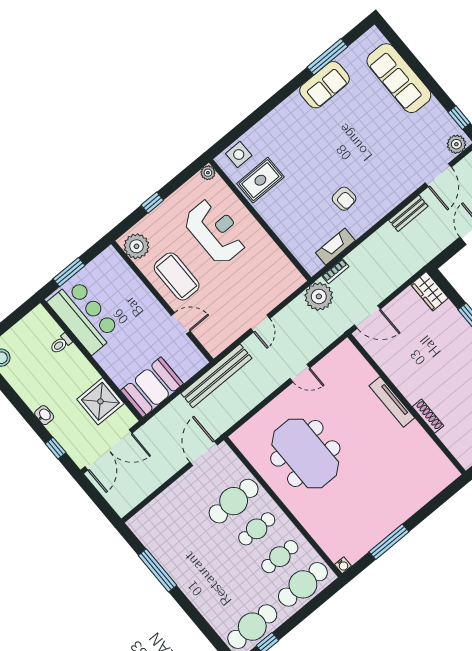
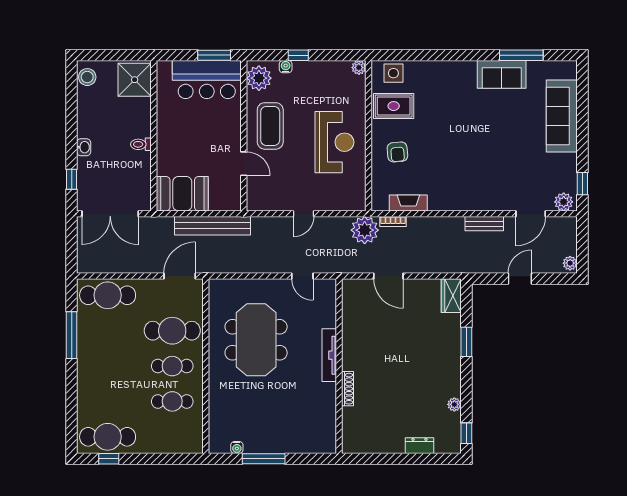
armchair: (344, 199) -> (397, 152), moved
water cooler: (150, 220) -> (286, 67), added
reception desk: (216, 231) -> (334, 142), moved
window: (69, 272) -> (214, 55), moved
bar counter: (84, 316) -> (207, 80), moved, turned 90
toilet: (61, 344) -> (141, 144), moved
bench: (216, 376) -> (213, 226), moved
shower: (100, 401) -> (135, 80), moved
tv unit: (392, 402) -> (329, 355), moved
wall: (407, 404) -> (339, 366), moved
shoe rack: (428, 416) -> (348, 389), moved
water cooler: (343, 565) -> (237, 448), moved
cafe table: (303, 584) -> (108, 295), moved

